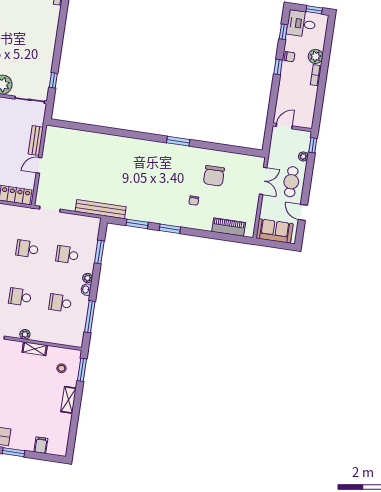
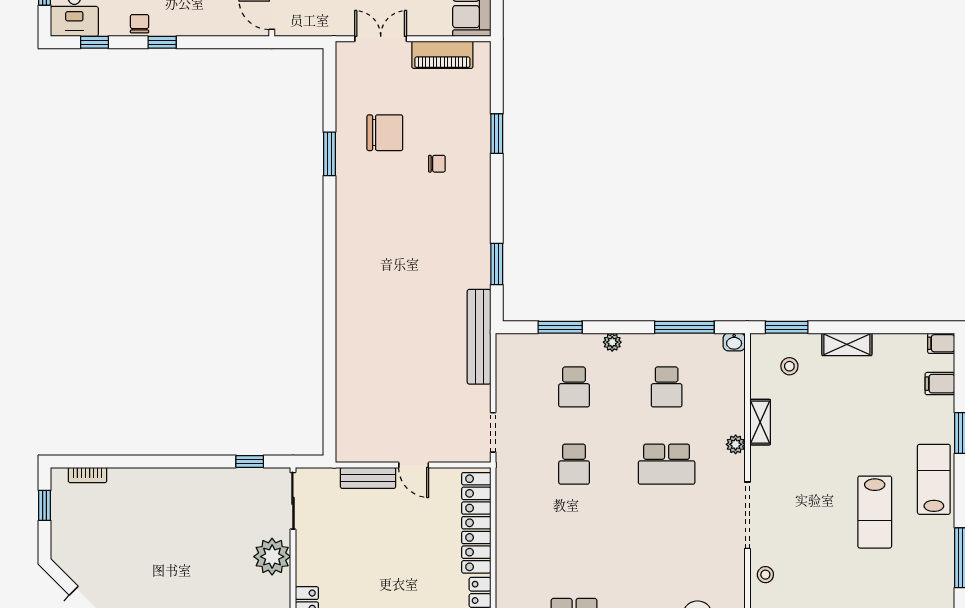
window: (178, 141) -> (329, 154), moved
piano: (229, 227) -> (442, 55), moved, turned -90
window: (170, 229) -> (497, 134), moved
washbasin: (86, 289) -> (734, 342), moved
school desk: (20, 297) -> (667, 464), width x1.85
filing cabinet: (62, 449) -> (941, 343), added

